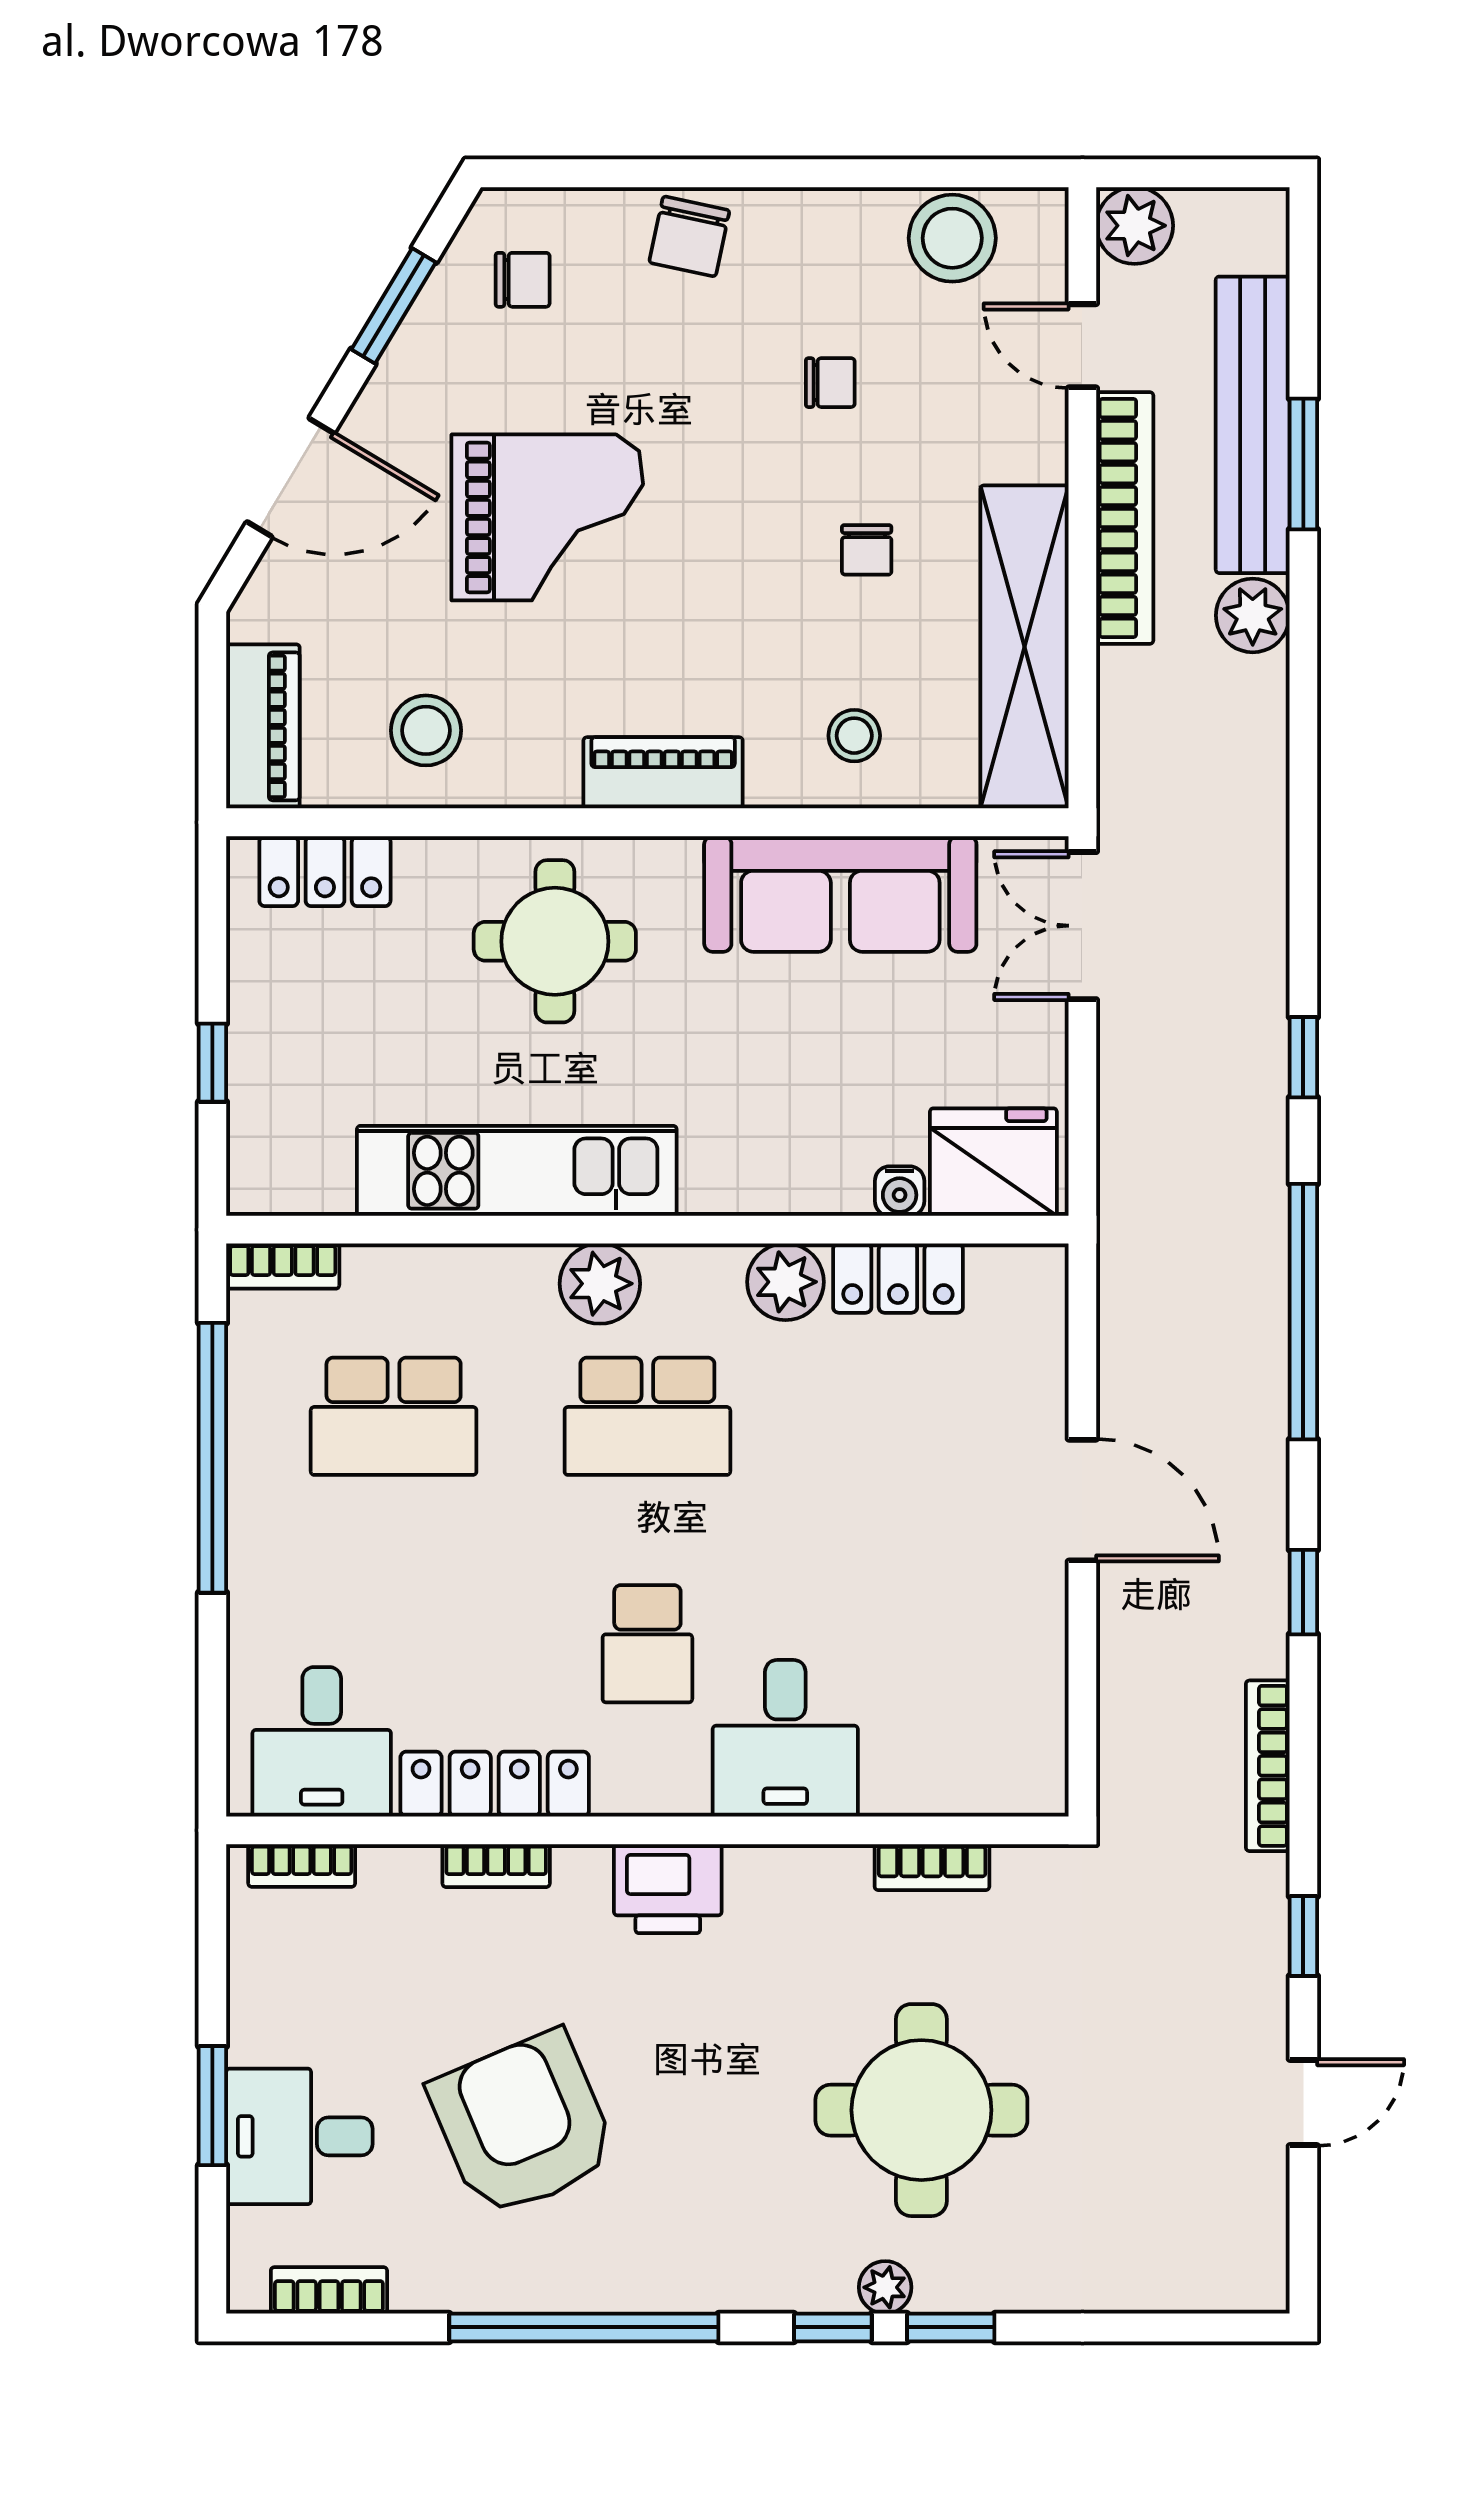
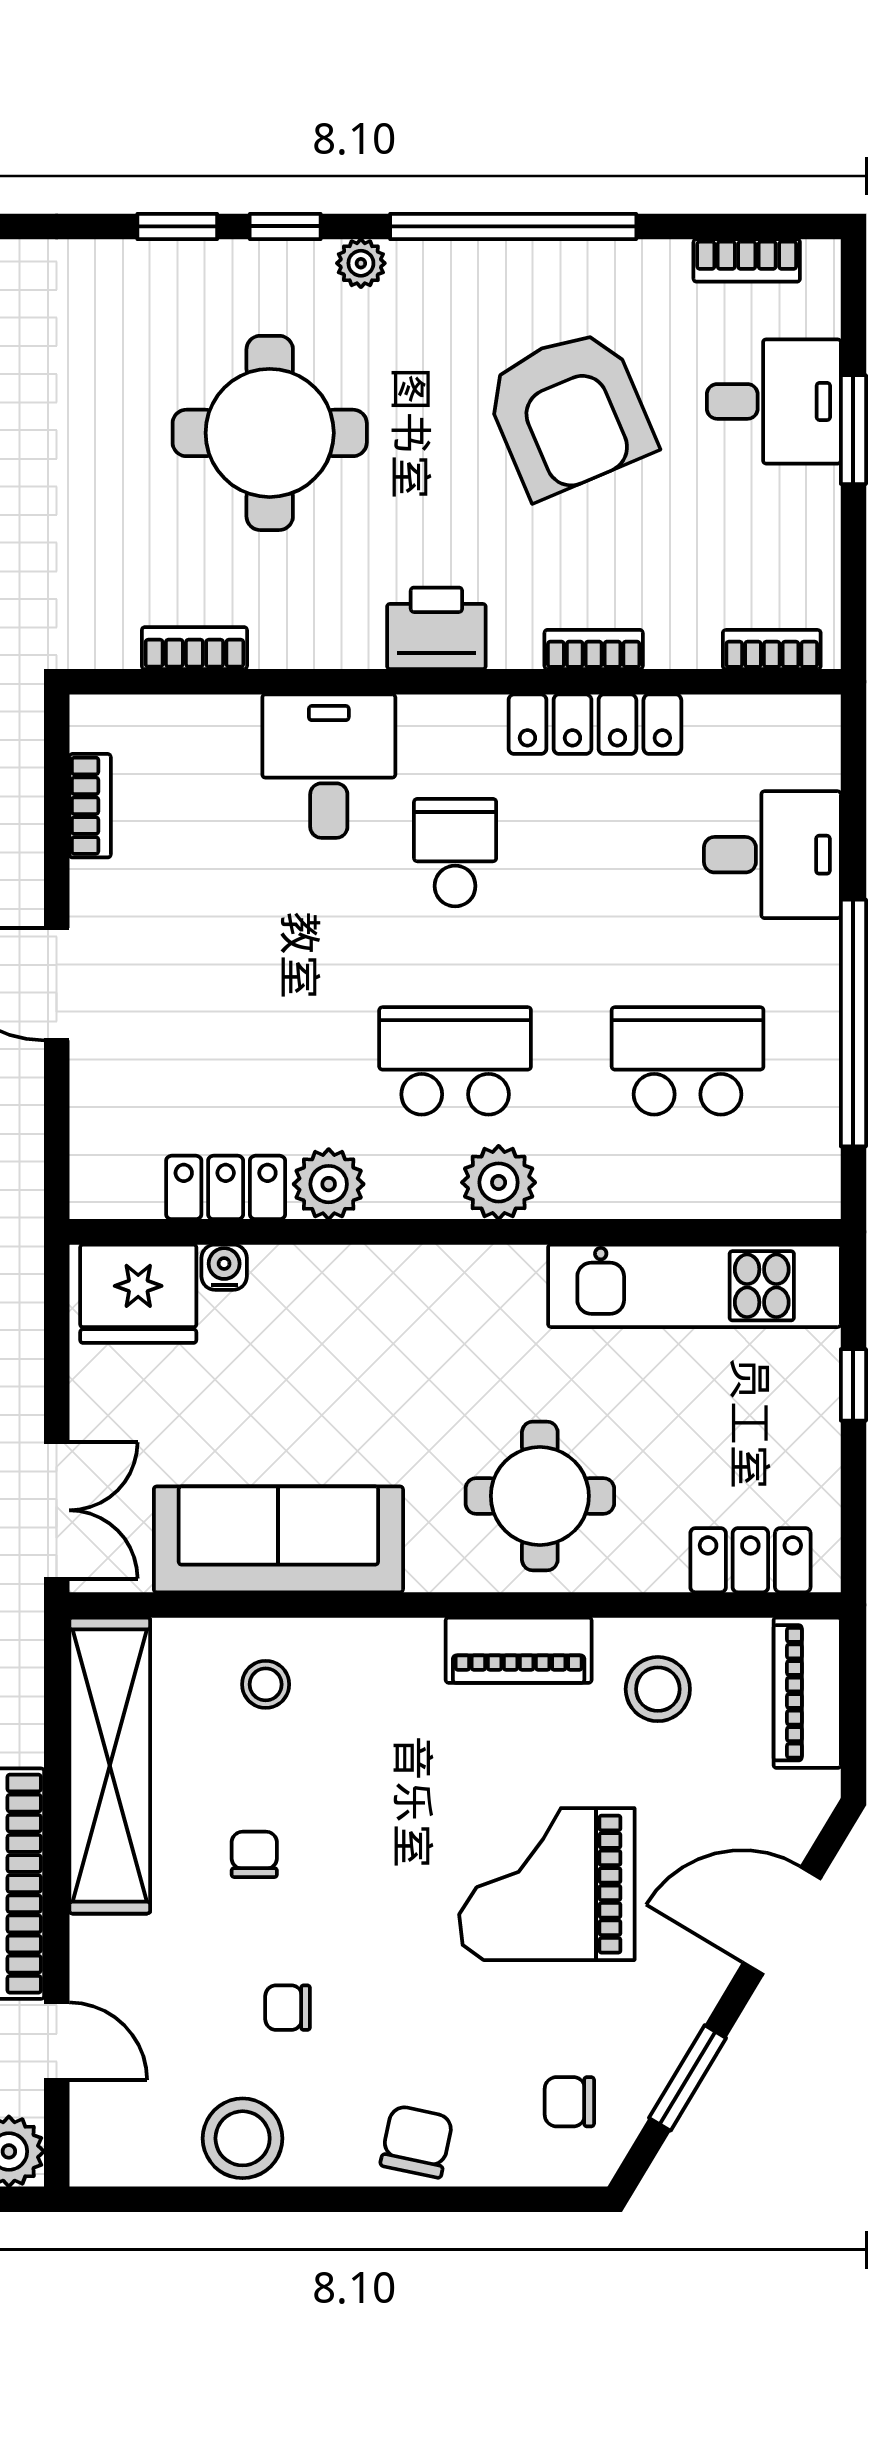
stool: (952, 238) -> (243, 2138), moved
piano: (663, 773) -> (519, 1650), moved
kitchen unit: (517, 1171) -> (694, 1286), moved
bookcase: (283, 1266) -> (90, 806), moved, turned 90
desk: (322, 1742) -> (772, 855), moved, turned 90
round table: (921, 2110) -> (270, 433), moved
plant: (885, 2287) -> (361, 263), moved

